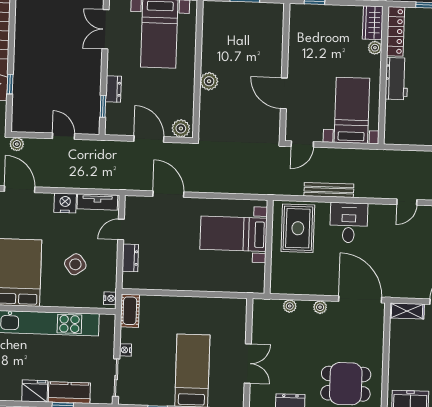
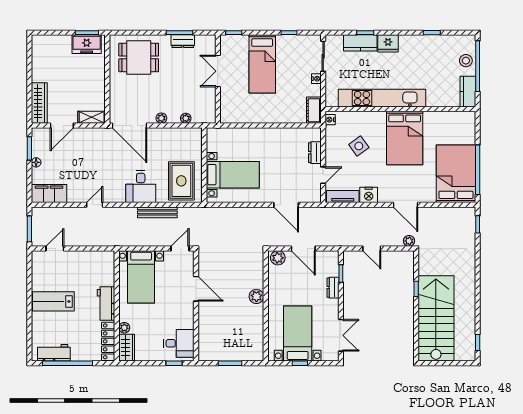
desk: (308, 26) -> (179, 343), added

